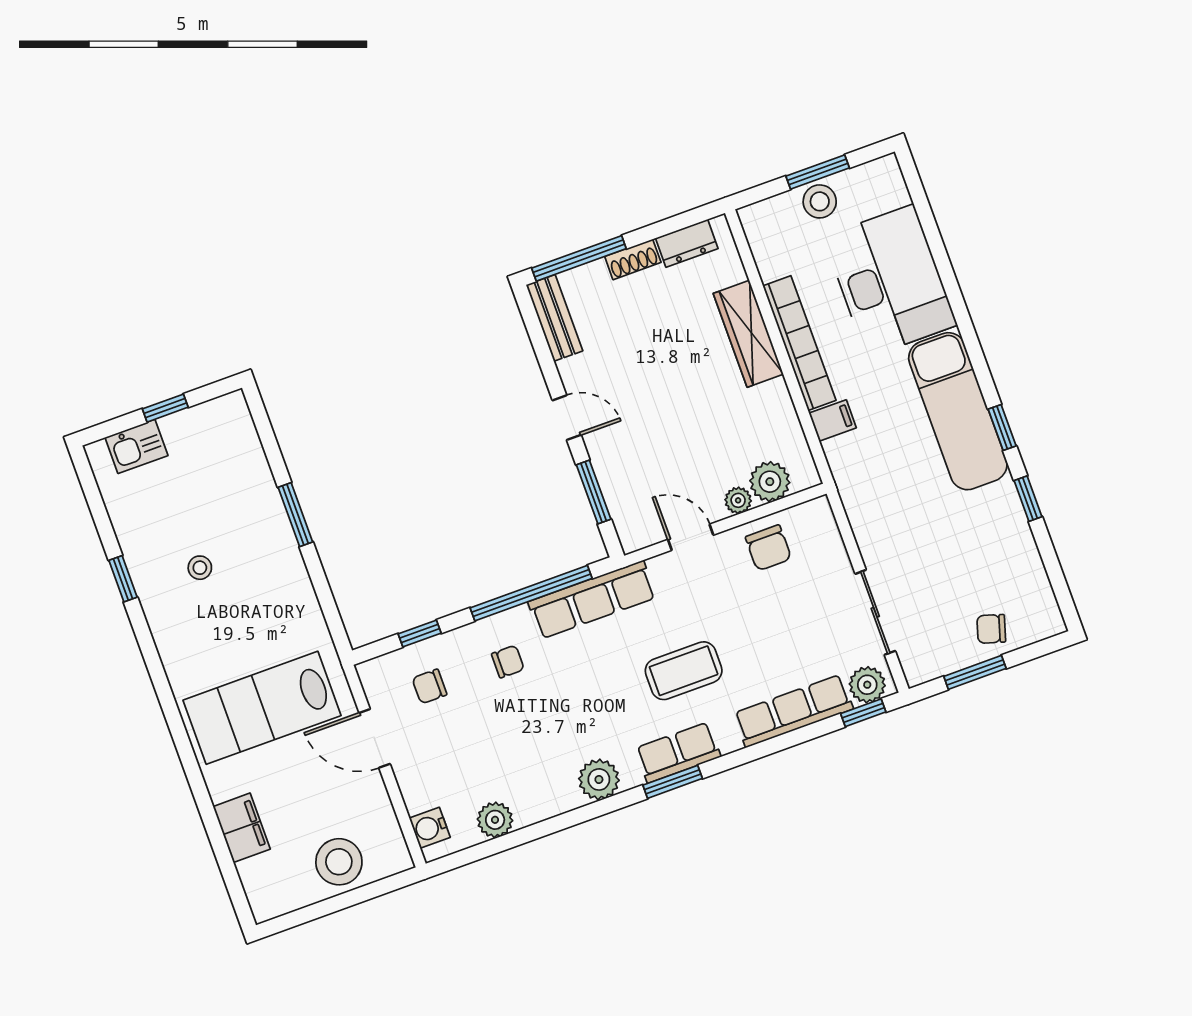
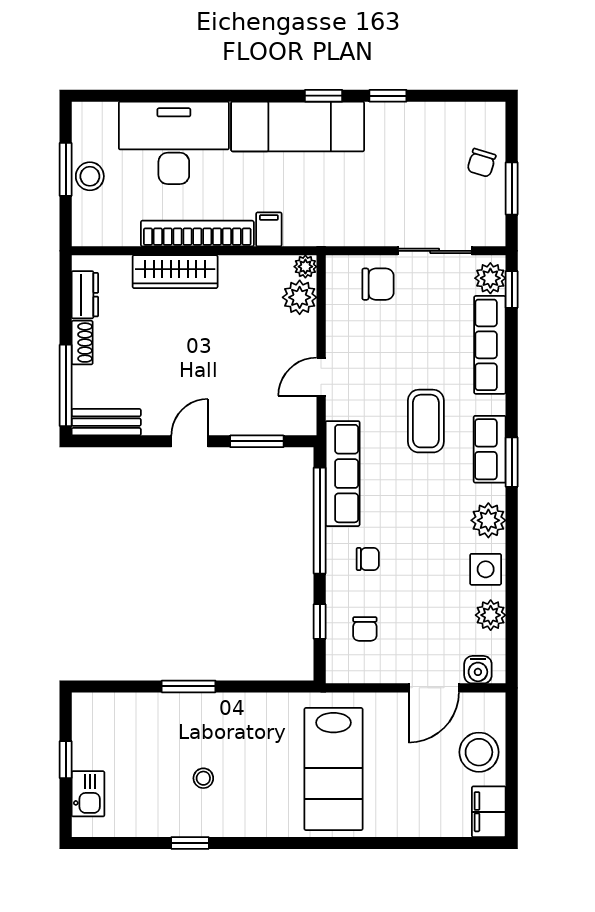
plant: (738, 500) -> (305, 267), moved
chair: (768, 548) -> (378, 284), moved
chair: (508, 662) -> (368, 559), turned 90
door: (375, 738) -> (434, 688), moved
side table: (544, 796) -> (486, 569), added
filing cabinet: (242, 828) -> (489, 812), moved, turned -90

